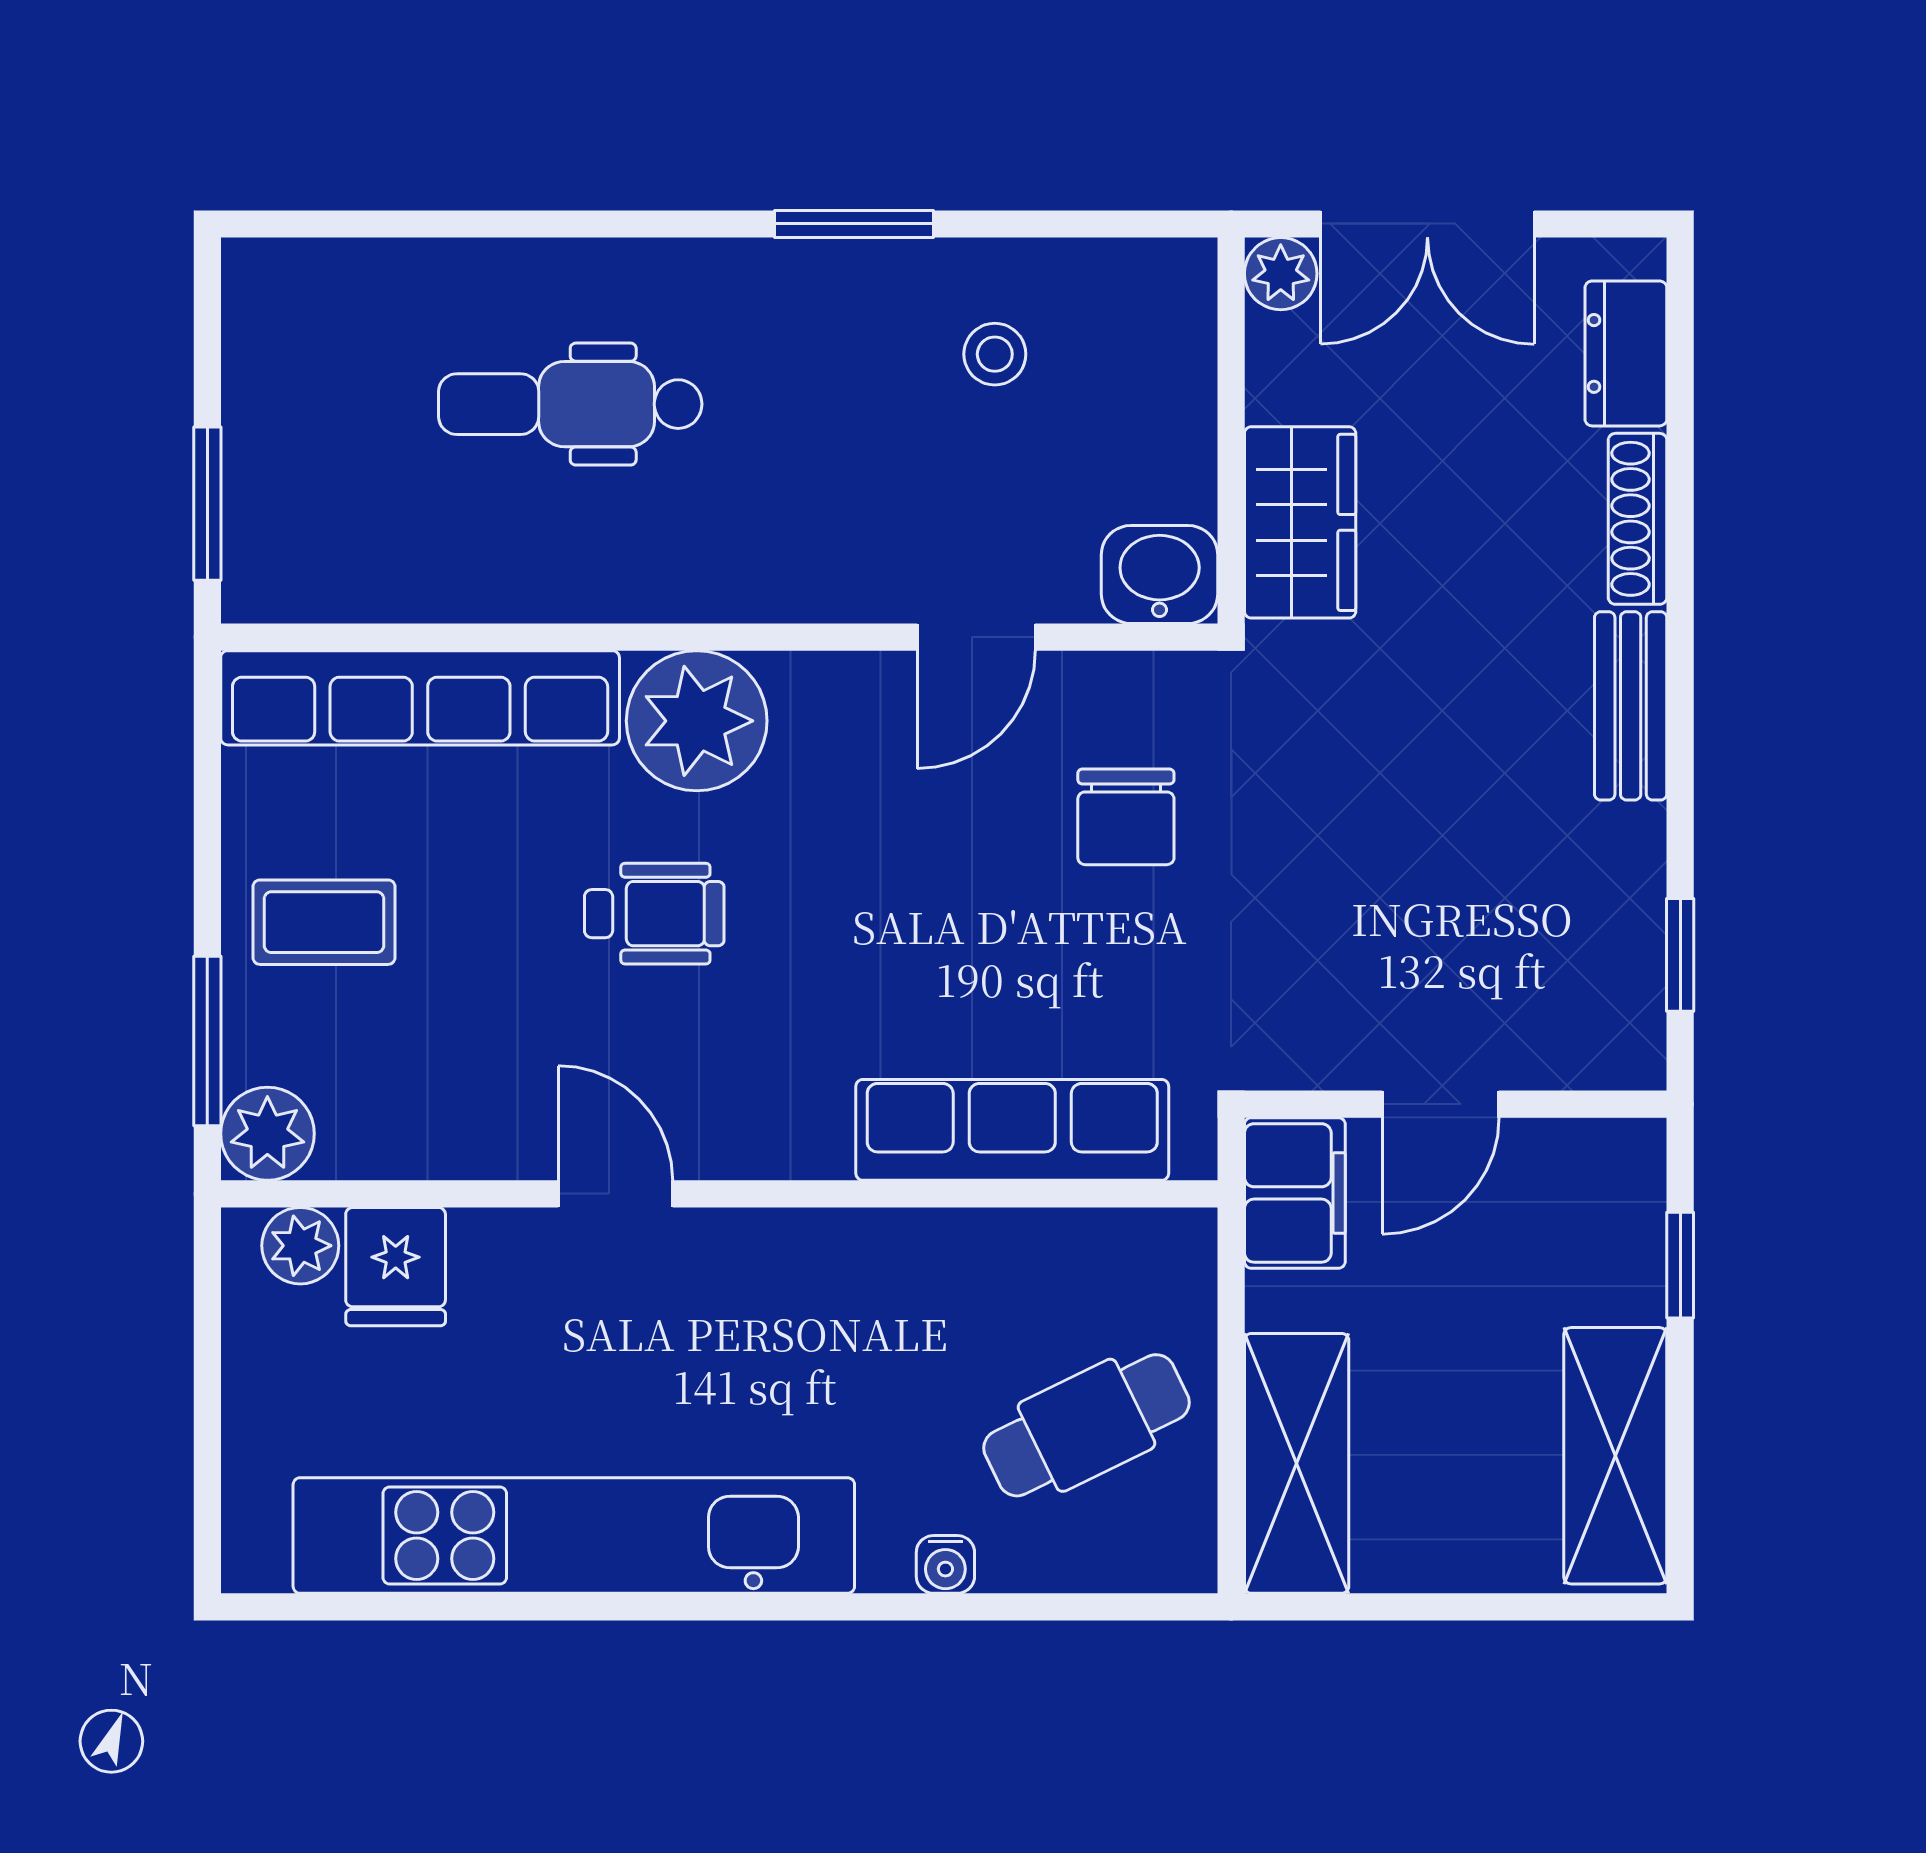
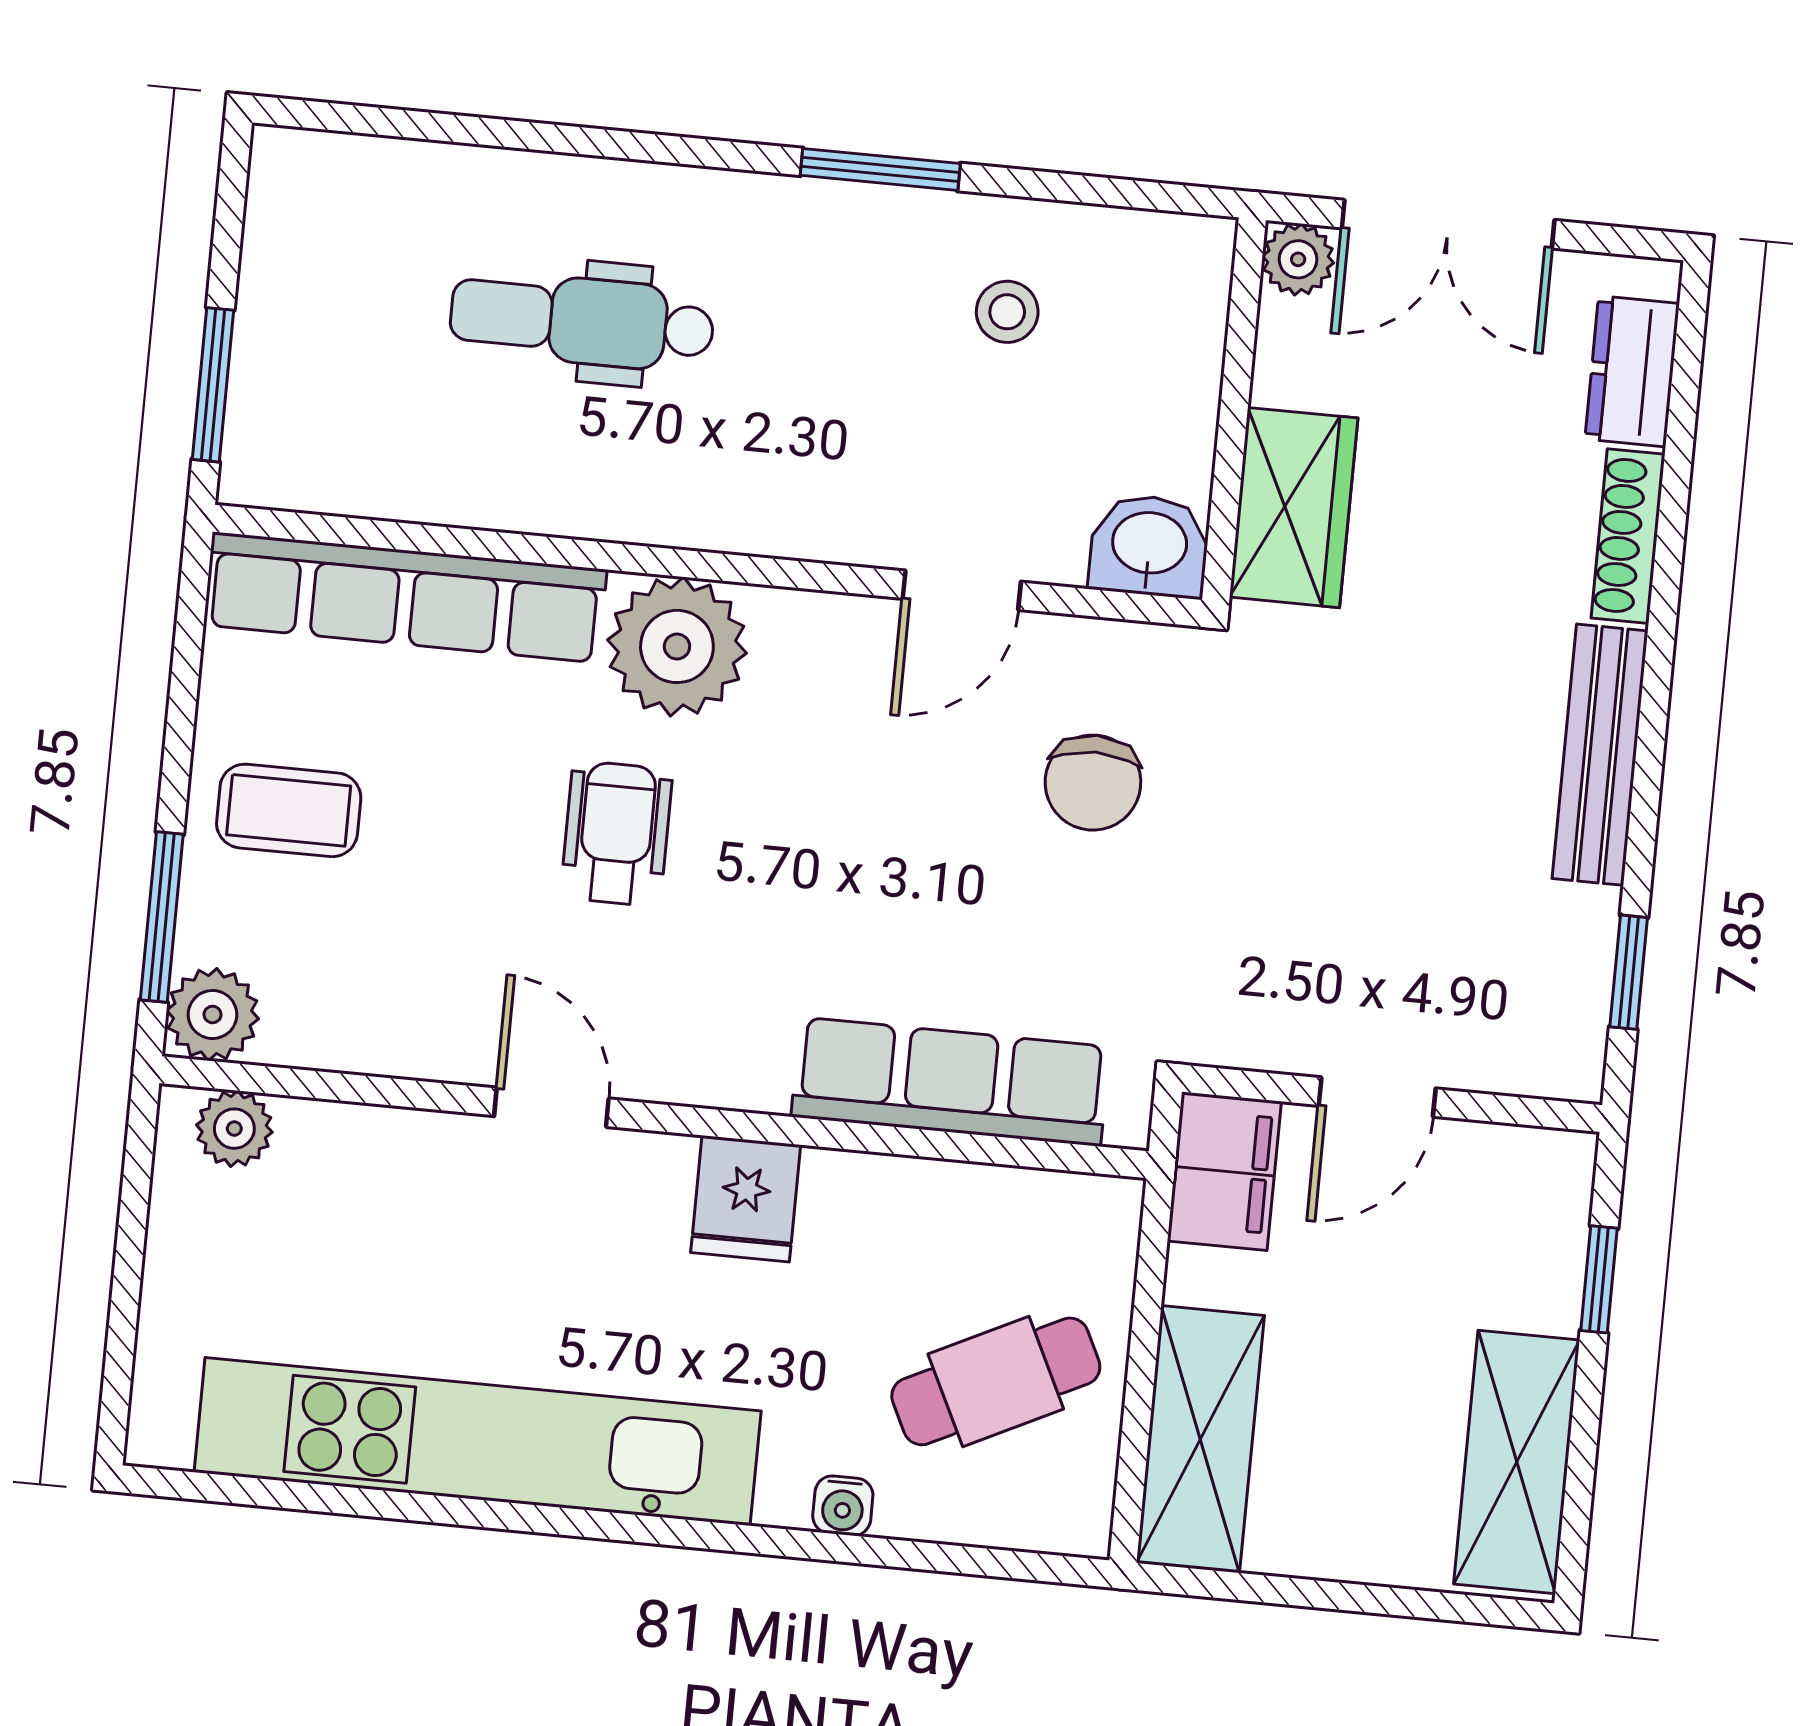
bench: (1631, 706) -> (1600, 755), width x1.36
wheelchair: (654, 914) -> (617, 833), turned -90
fridge: (396, 1267) -> (746, 1199), moved

